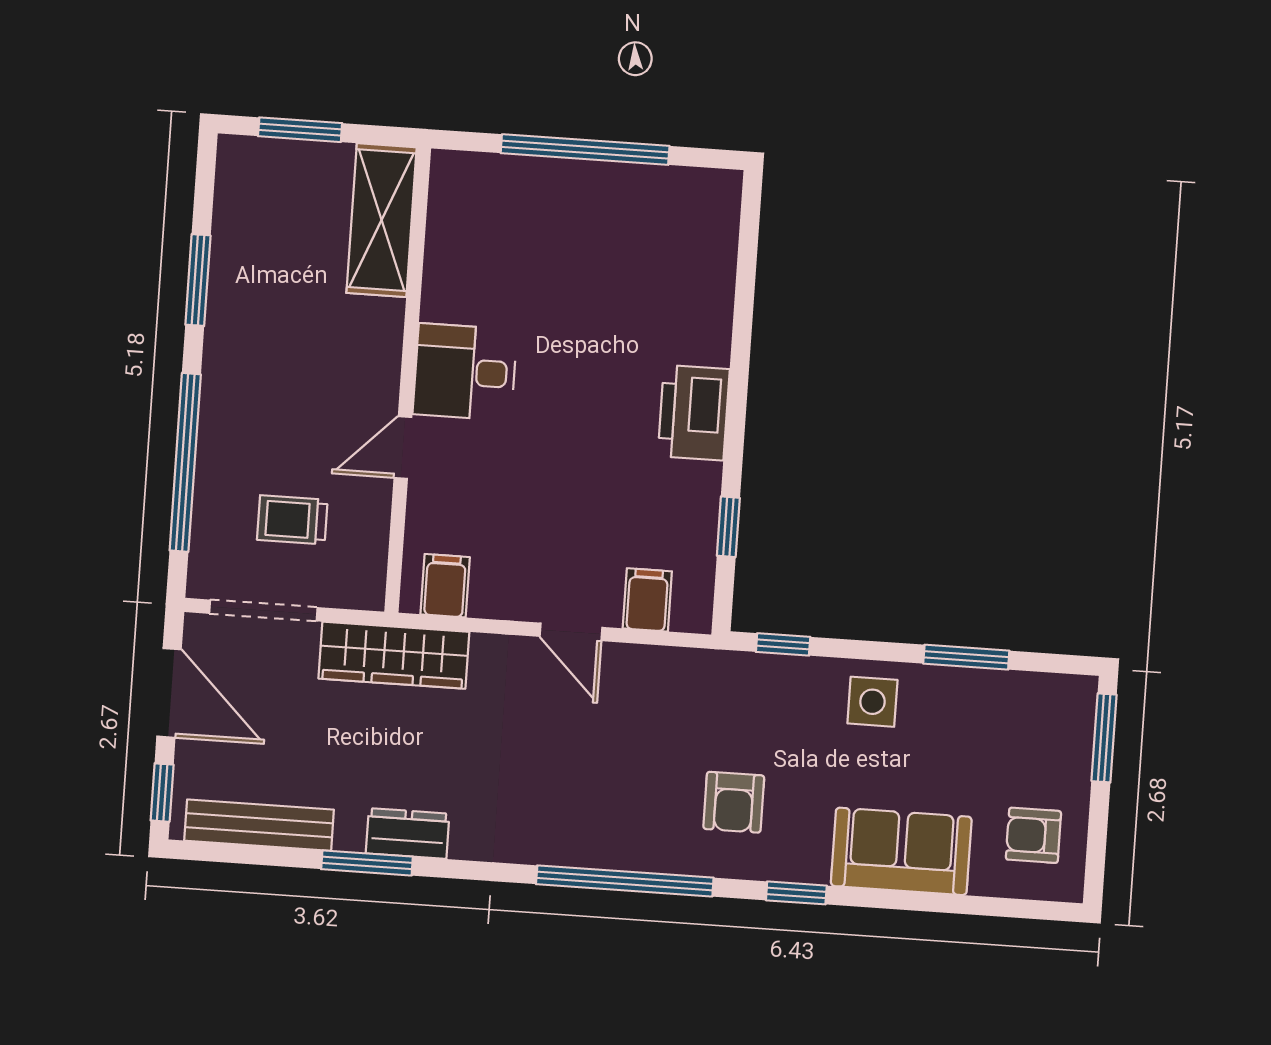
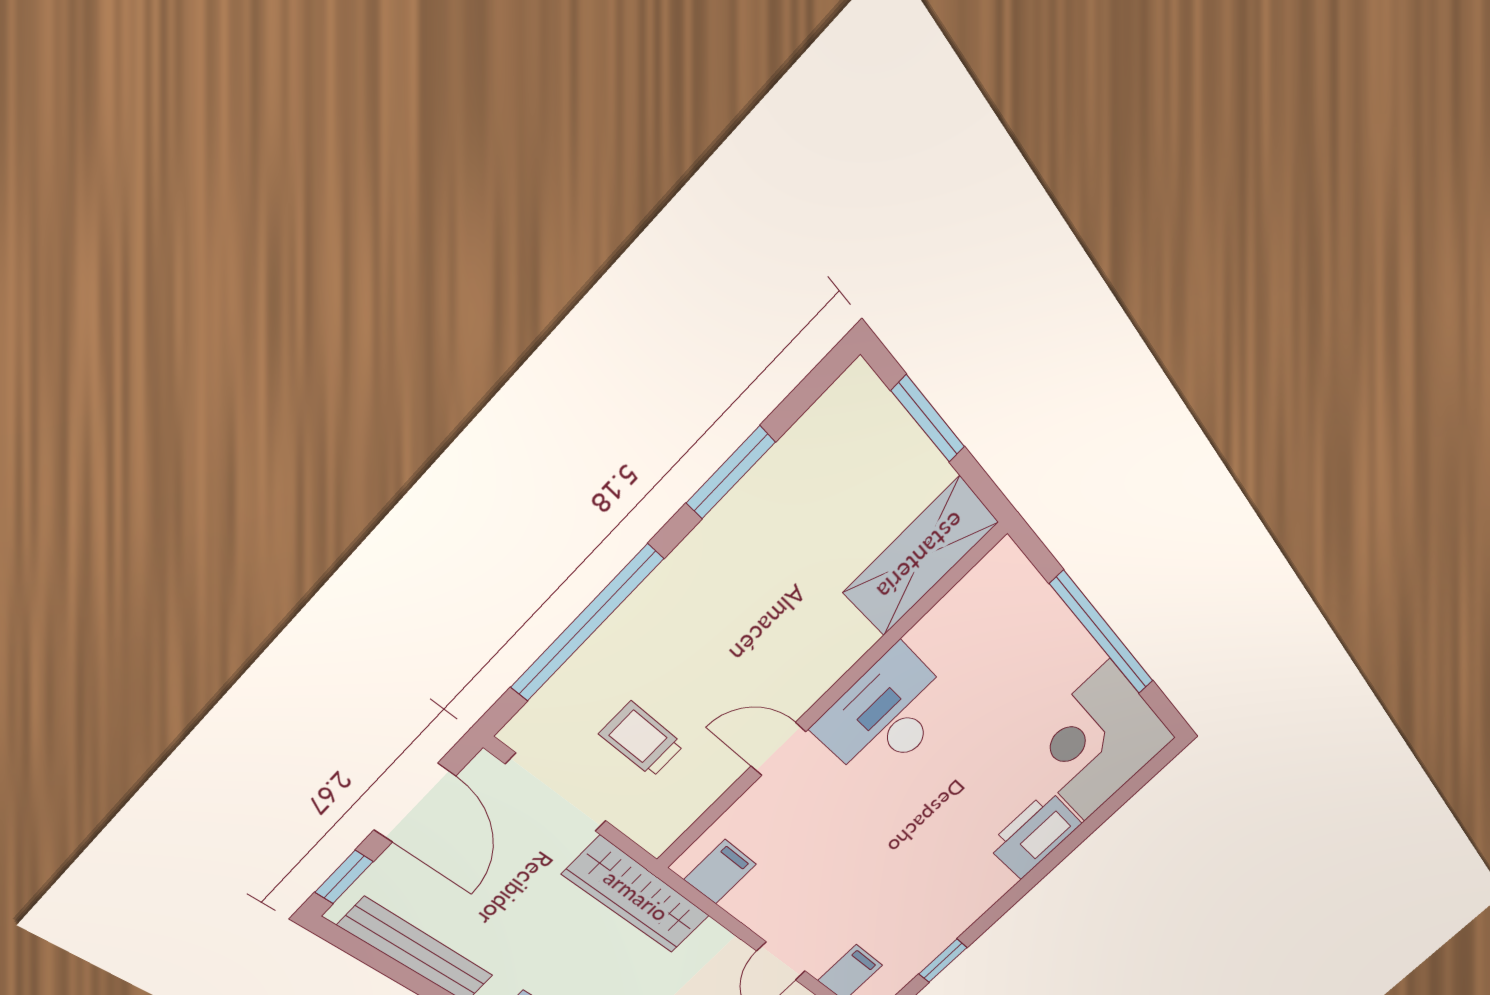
corner desk: (673, 232) -> (1097, 742), added
desk: (465, 372) -> (886, 716), width x1.37
printer: (694, 413) -> (1034, 835), moved

